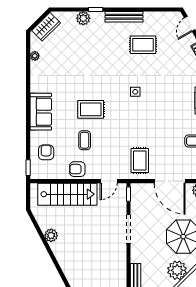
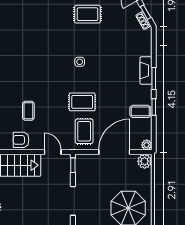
rug: (91, 109) -> (82, 102), moved
door: (109, 181) -> (53, 152), swing flipped
door: (170, 181) -> (114, 152), swing flipped

